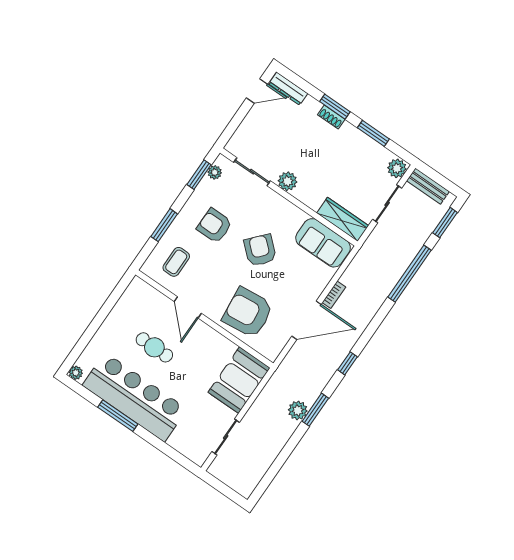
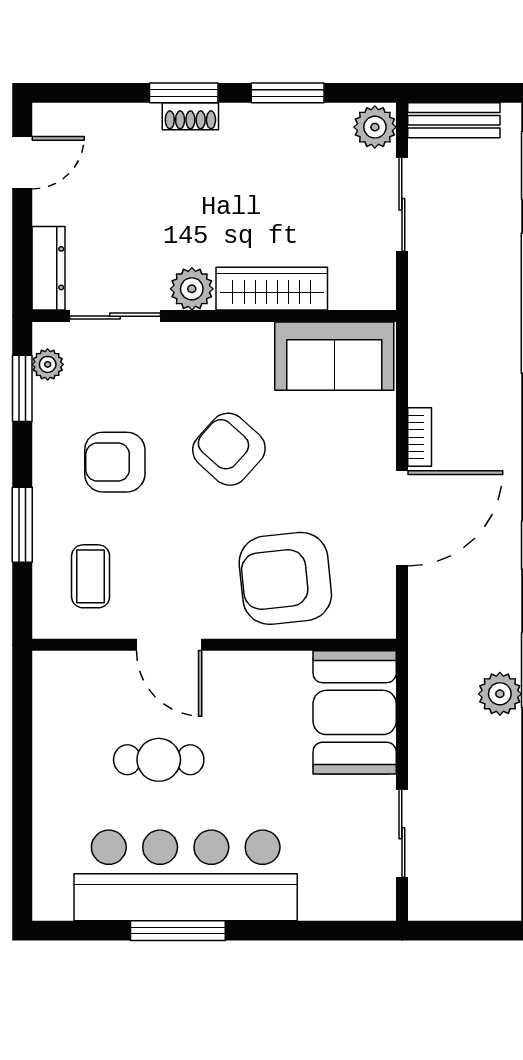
dresser: (288, 89) -> (48, 268), moved, turned -90
wardrobe: (343, 219) -> (272, 289), moved
plant: (76, 373) -> (47, 905), removed

